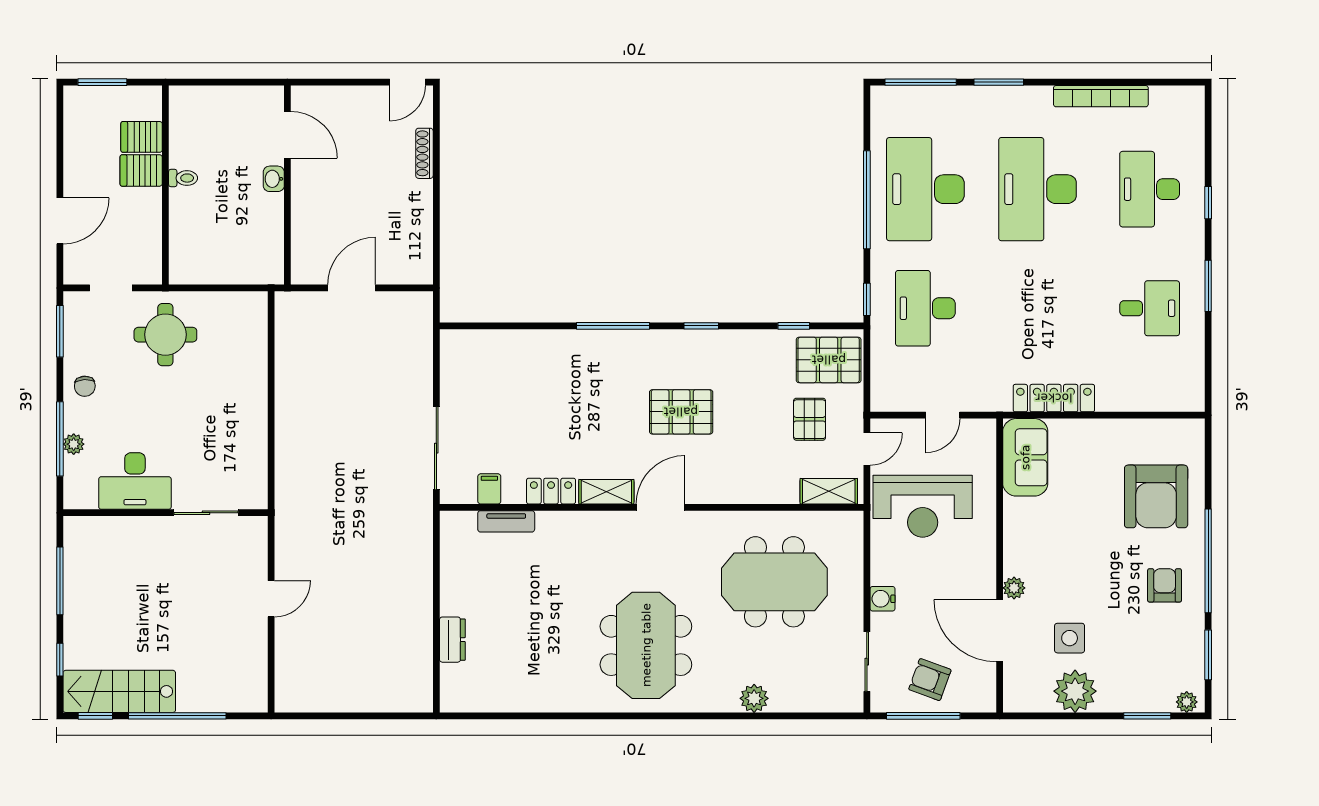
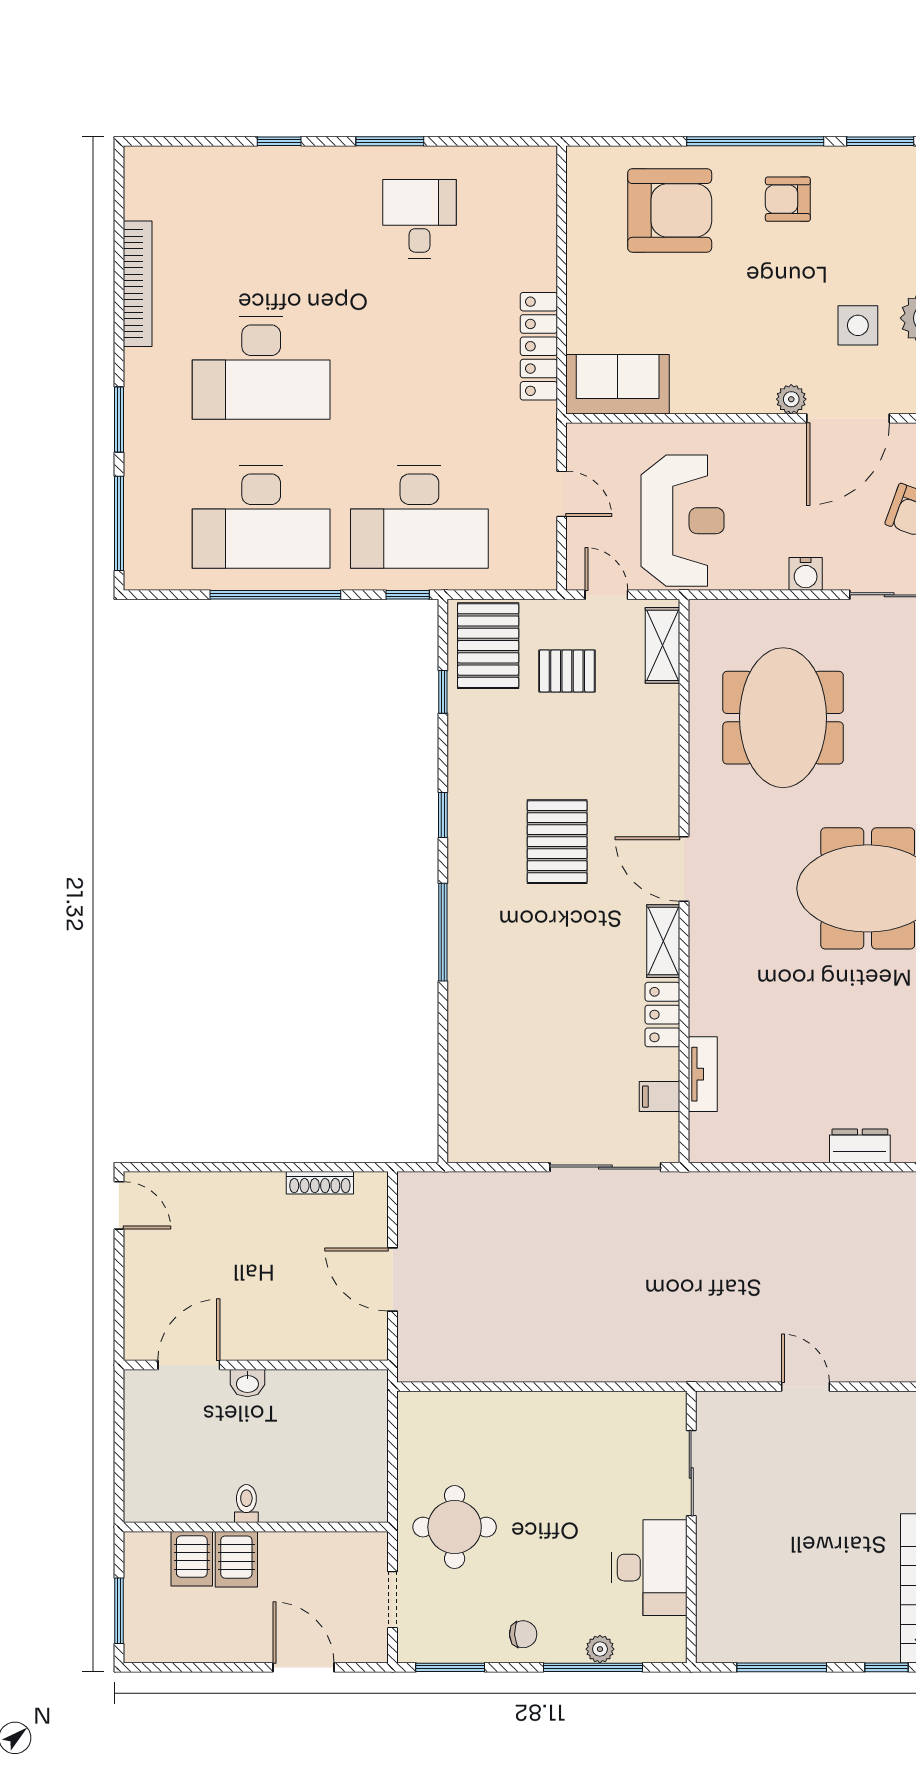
shoe rack: (424, 153) -> (320, 1183), moved
desk: (1150, 189) -> (261, 219), removed
desk: (925, 308) -> (419, 517), width x1.36, depth x1.30

